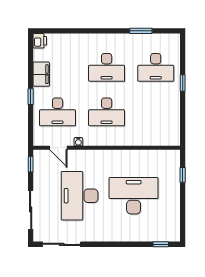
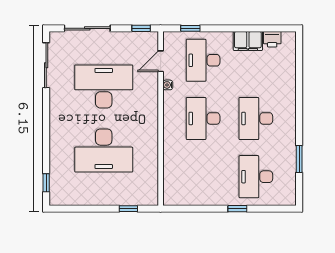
printer: (40, 41) -> (272, 39), moved
window: (31, 97) -> (190, 28), moved
desk: (134, 196) -> (104, 150), turned 90

